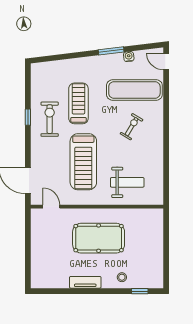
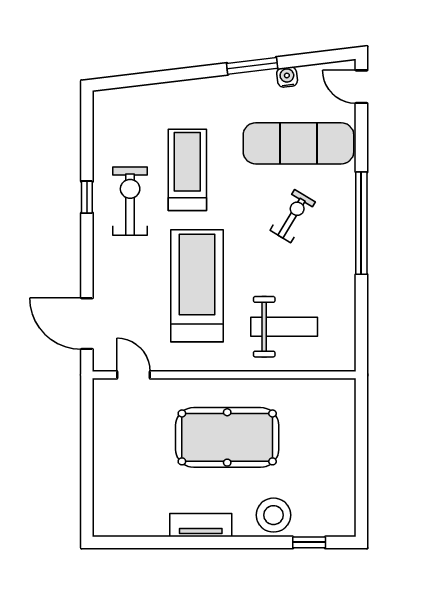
window: (166, 130) -> (361, 223), added
treadmill: (83, 162) -> (197, 286), turned 180
stool: (122, 277) -> (273, 515), width x1.89, depth x1.89

